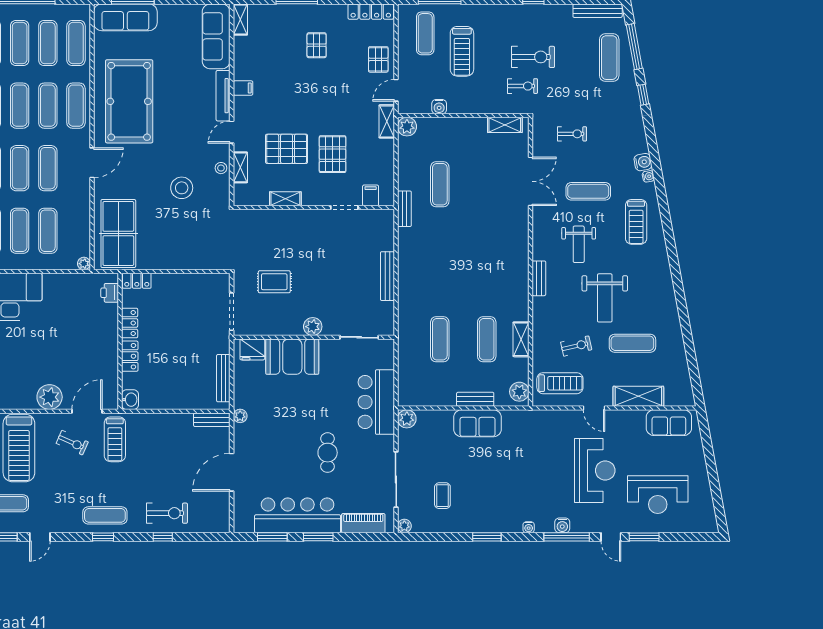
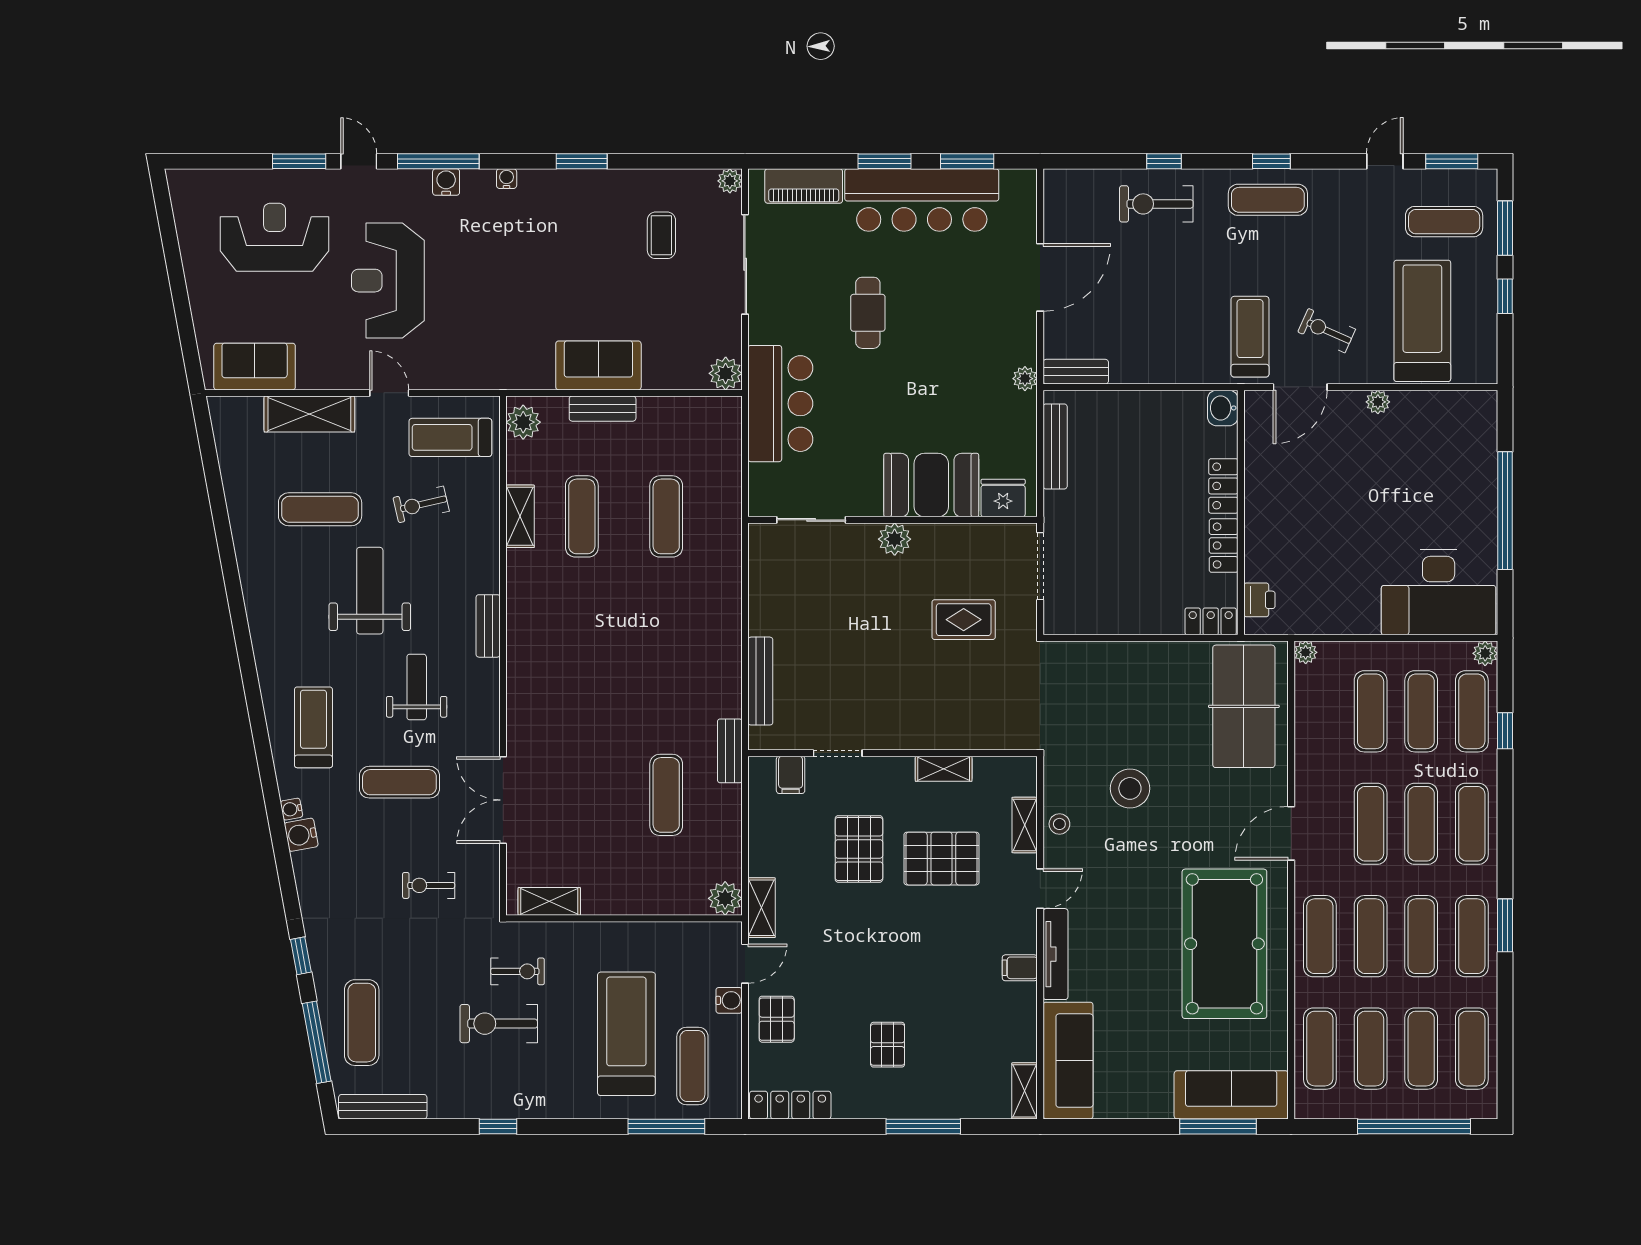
treadmill: (462, 51) -> (626, 1034), width x1.37, depth x1.38
exercise bike: (523, 86) -> (518, 971), turned 180
water cooler: (439, 107) -> (729, 1000), moved, turned 90
bench: (387, 276) -> (760, 681), moved
plant: (50, 397) -> (1378, 402), width x0.53, depth x0.53

